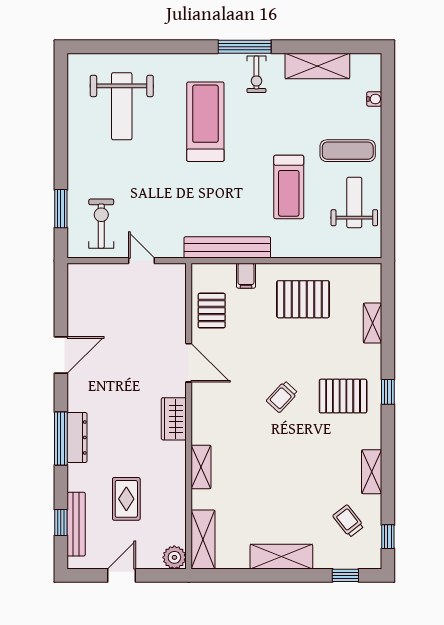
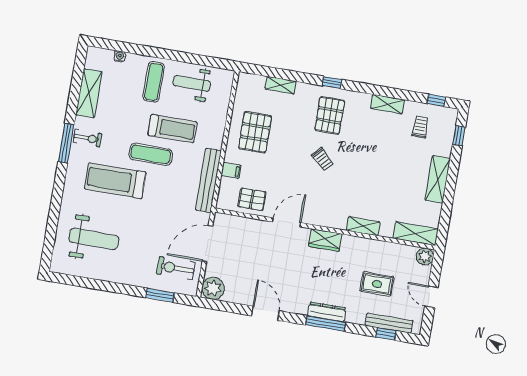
exercise mat: (249, 163) -> (151, 154), added
door: (142, 261) -> (207, 244), width x1.87
plant: (83, 278) -> (213, 288), added
trolley: (348, 521) -> (420, 127), turned 128

